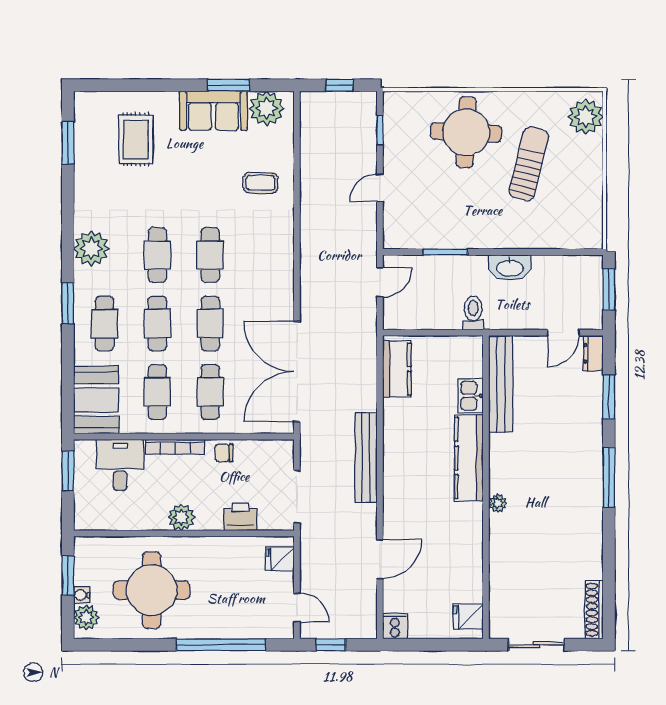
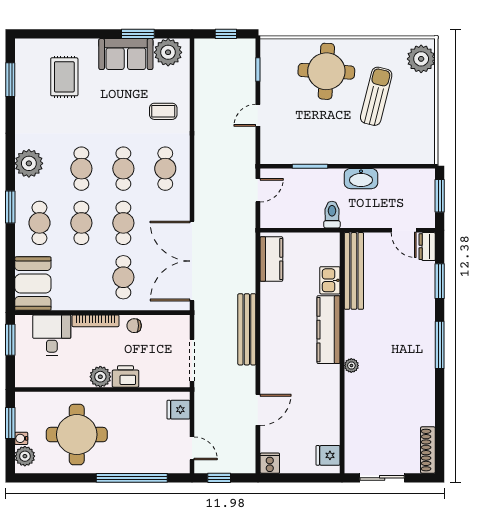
door: (563, 333) -> (404, 230), hinge flipped
cafe table: (157, 392) -> (165, 169), moved
printer: (240, 517) -> (125, 376), moved

